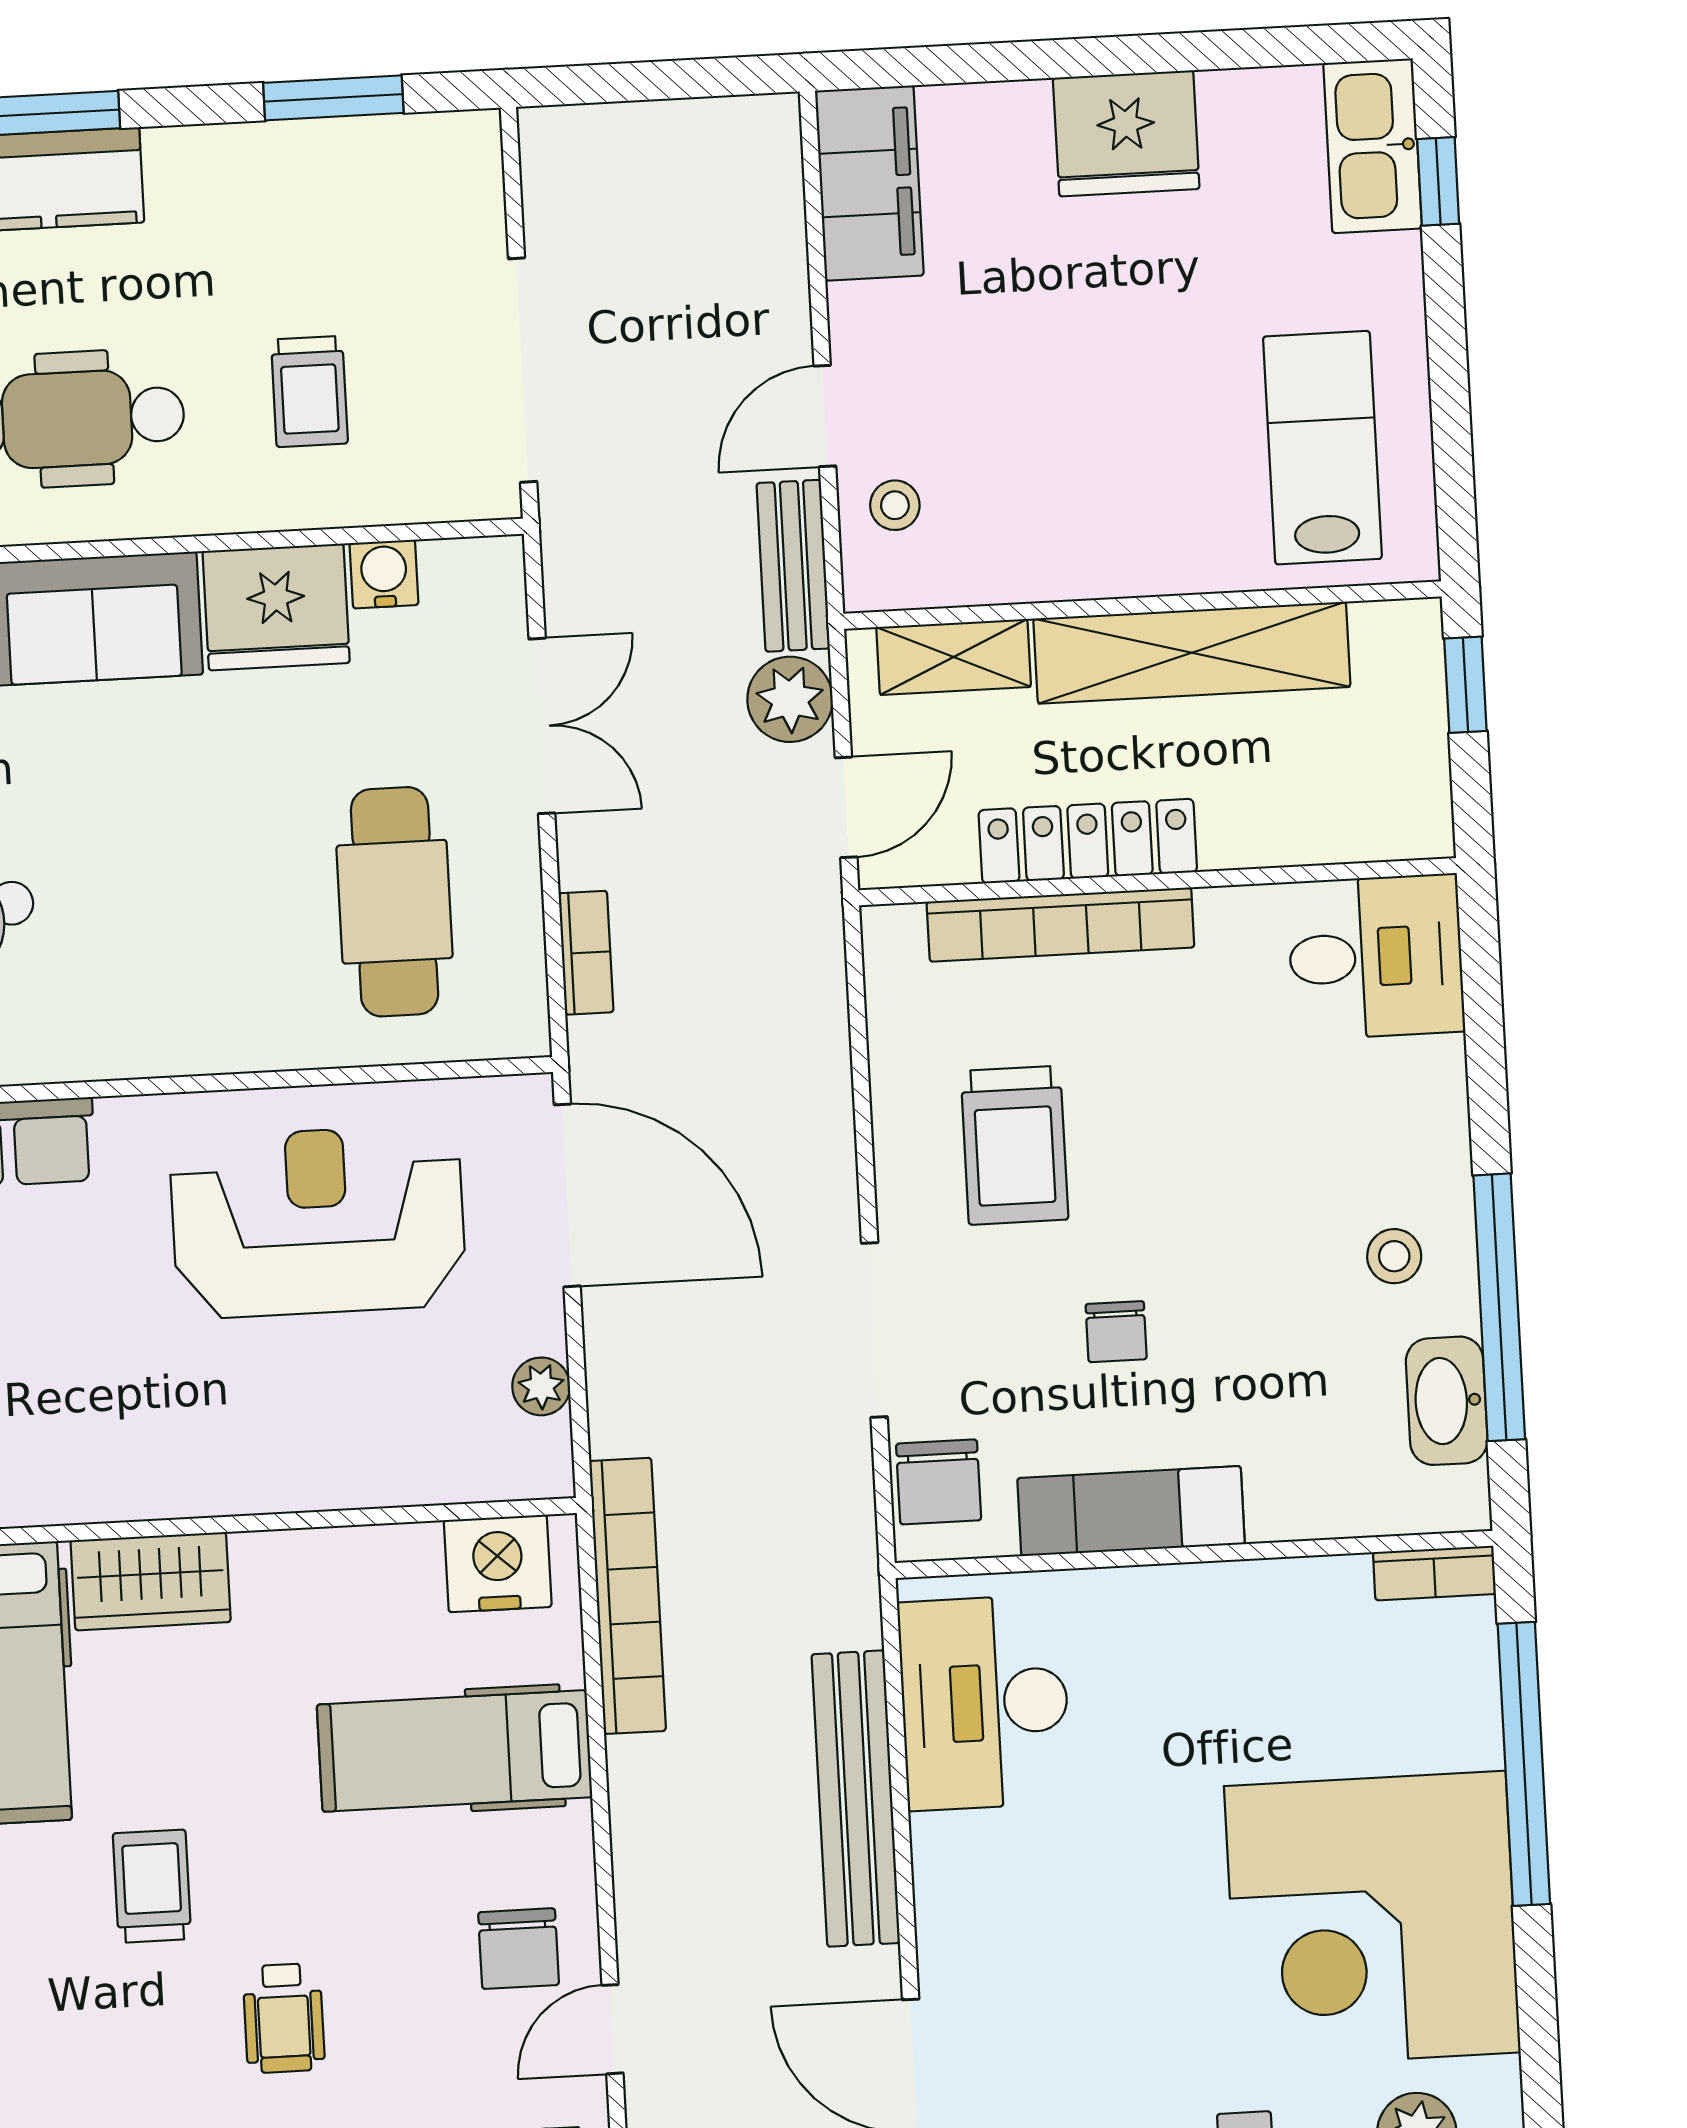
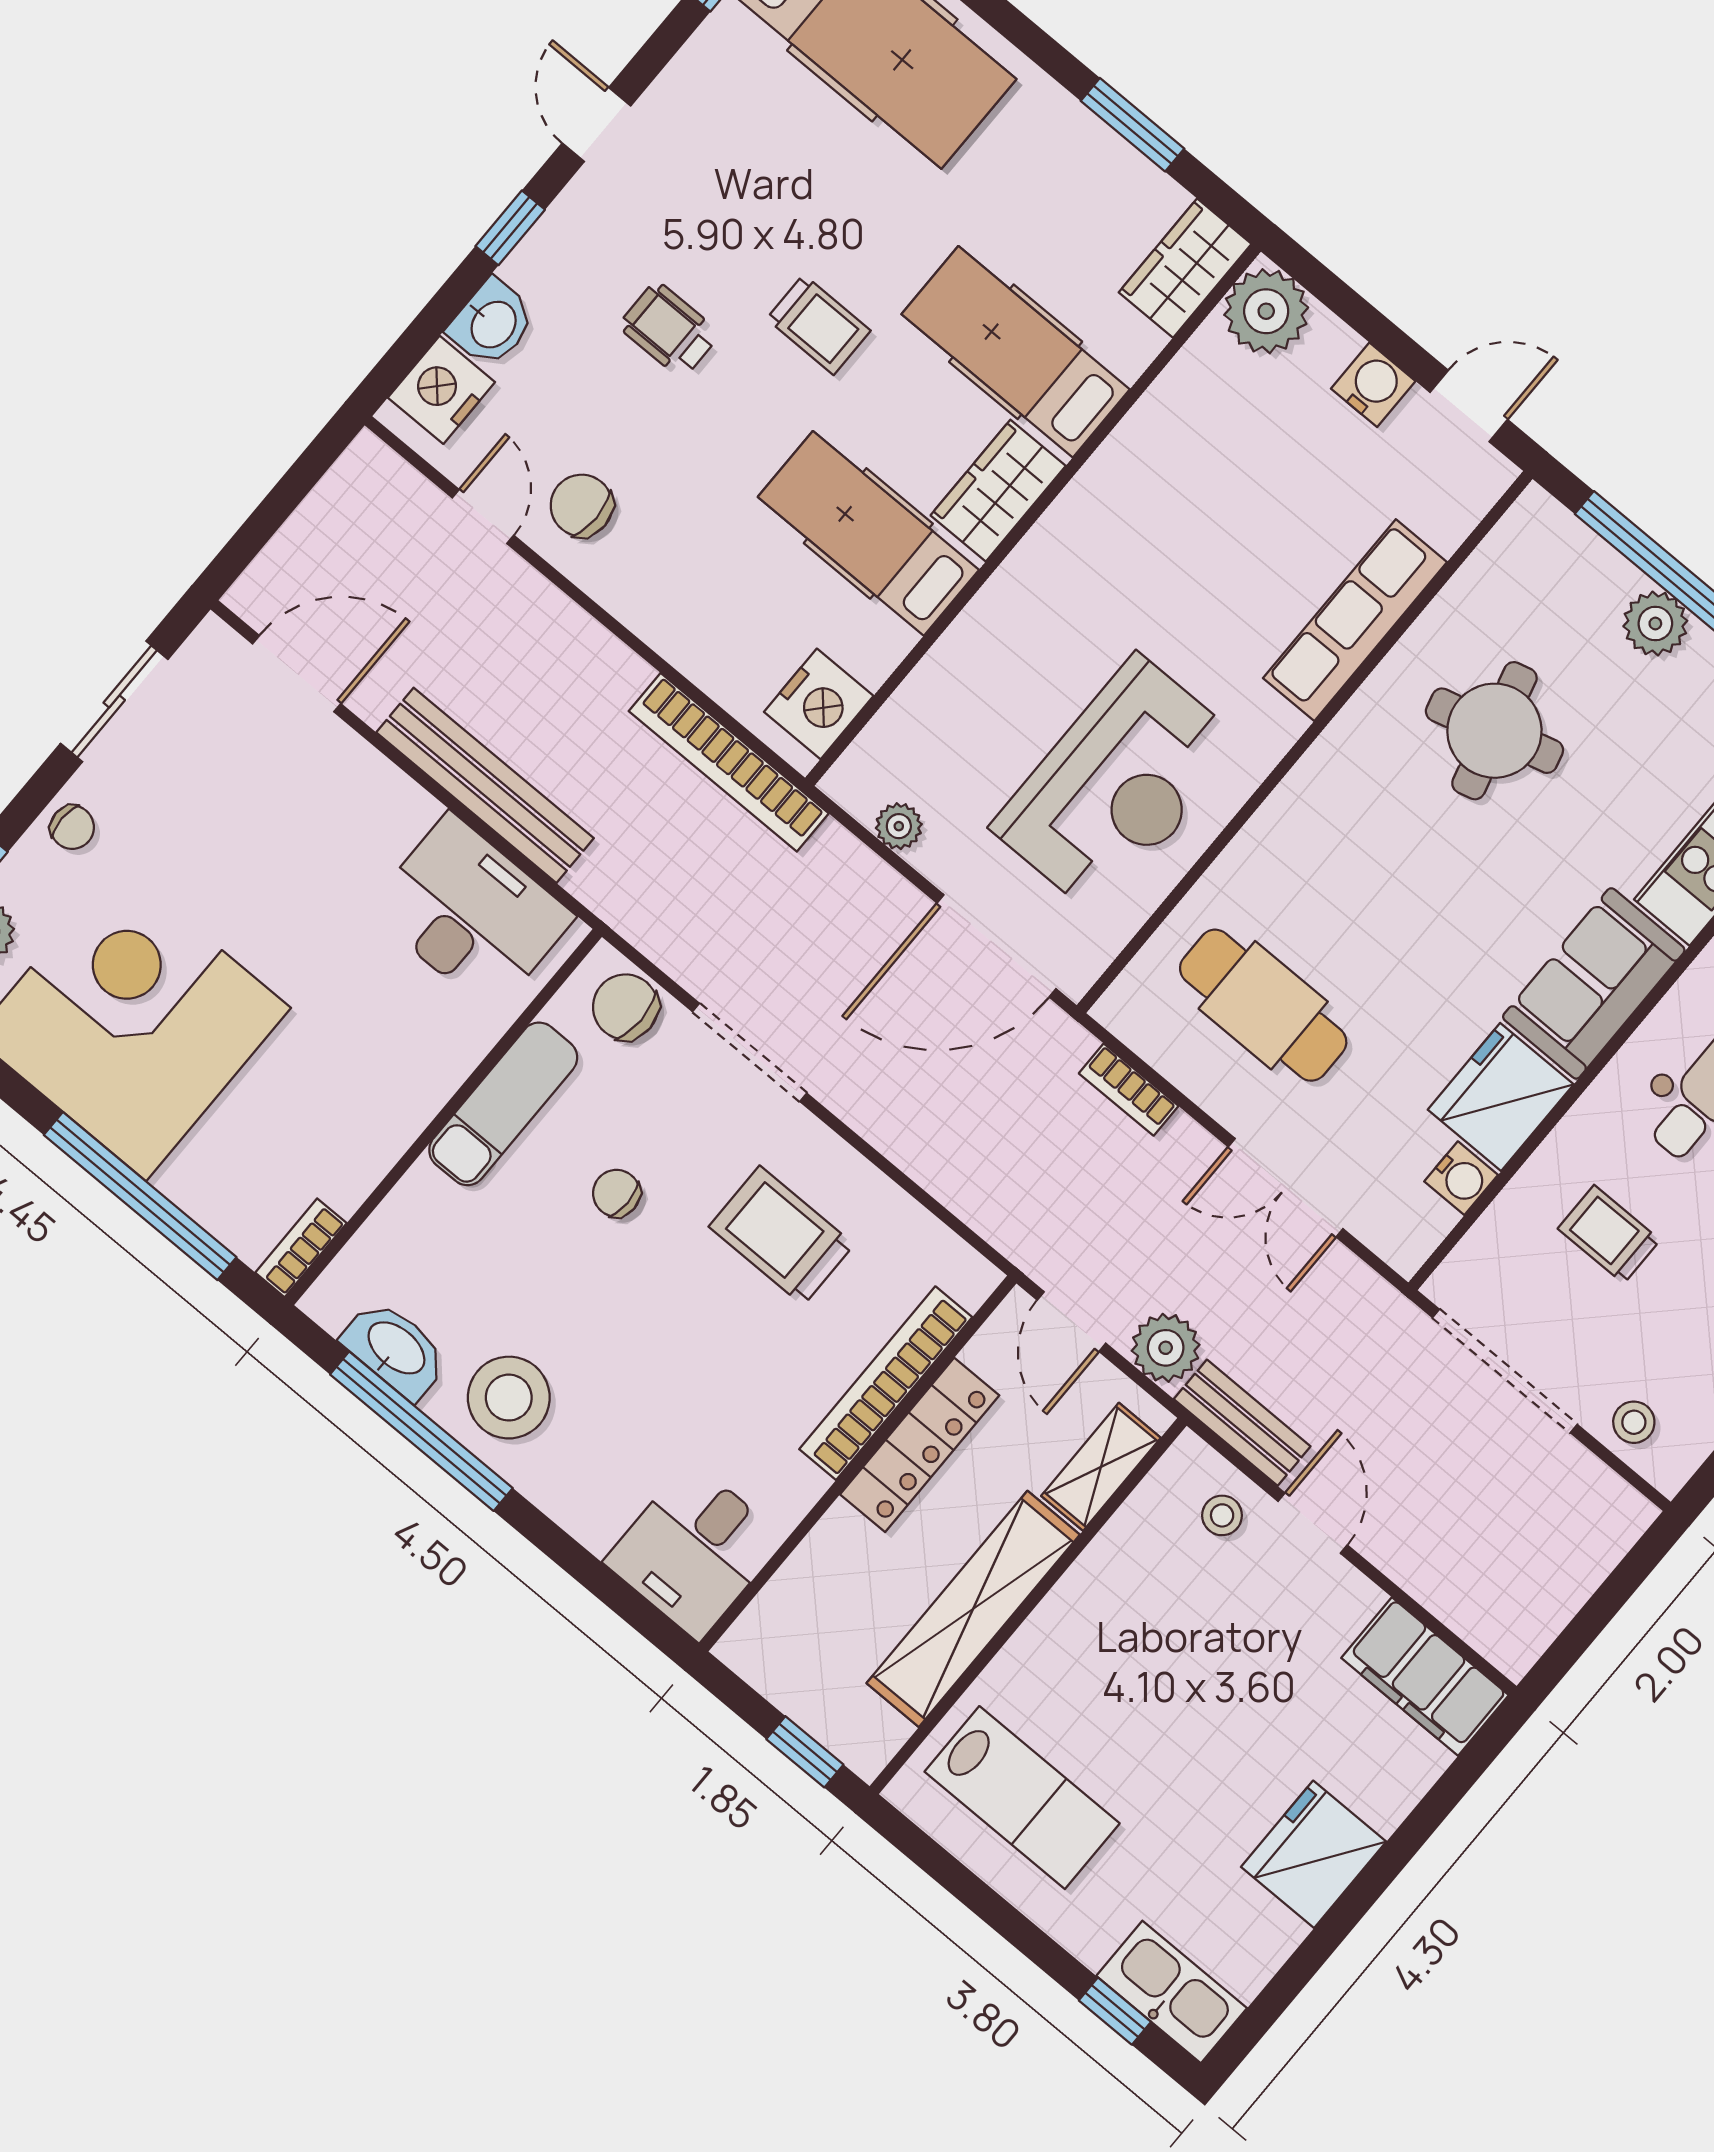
stool: (460, 209) -> (1634, 1422), added
stool: (1394, 1256) -> (509, 1398), width x1.89, depth x1.89
hospital bed: (455, 1751) -> (868, 533), moved, turned -90

